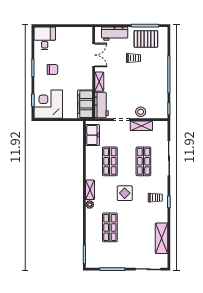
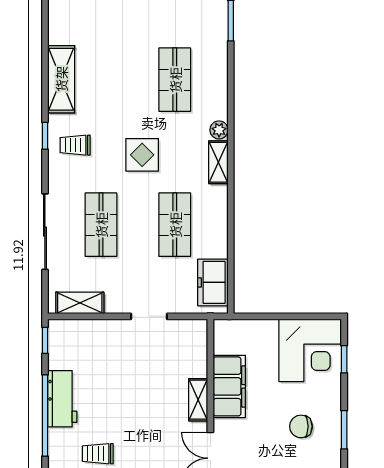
trolley: (133, 58) -> (98, 454), moved
filing cabinet: (85, 104) -> (229, 386), moved
workbench: (102, 105) -> (62, 399), moved, turned 180
stool: (141, 112) -> (107, 334), removed
shelving: (141, 126) -> (80, 303), moved
shelving: (162, 238) -> (61, 79), moved

